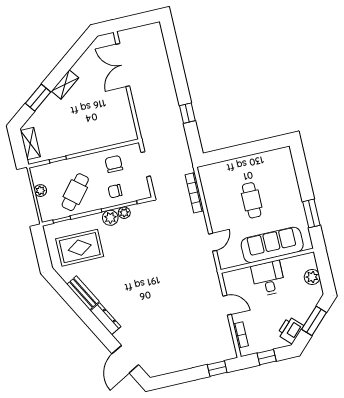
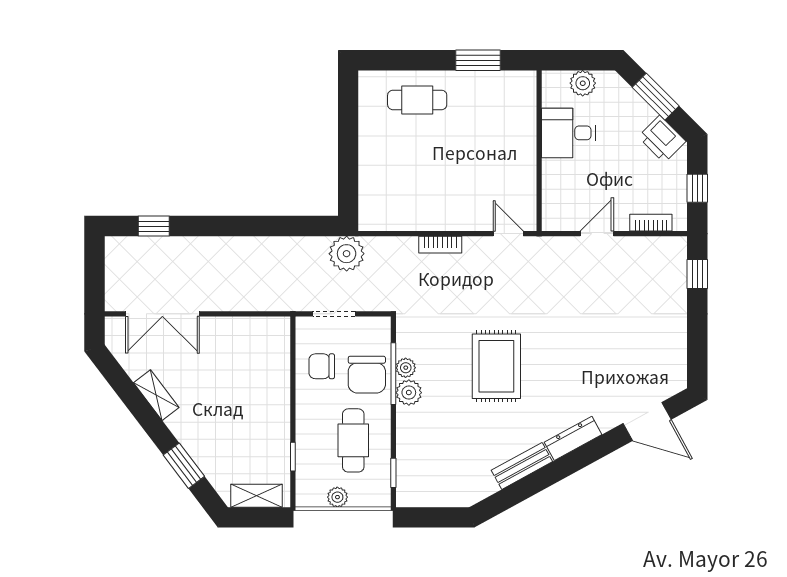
shelving: (65, 84) -> (156, 395), moved
window: (187, 113) -> (154, 226), moved
plant: (182, 163) -> (347, 254), added
chair: (115, 191) -> (367, 375), width x1.87, depth x1.87
cafe table: (75, 192) -> (353, 440), turned 50
bookcase: (194, 193) -> (440, 245), moved, width x0.64
cafe table: (252, 200) -> (417, 100), moved
door: (213, 242) -> (508, 234), moved
sofa: (272, 245) -> (515, 137), removed
rug: (80, 248) -> (496, 366), moved
desk: (268, 278) -> (568, 133), moved

